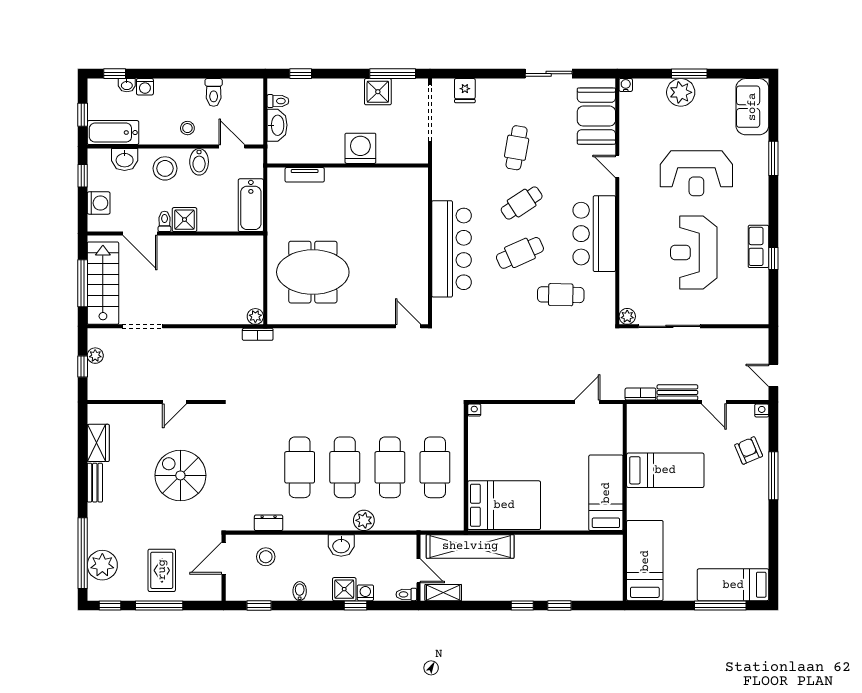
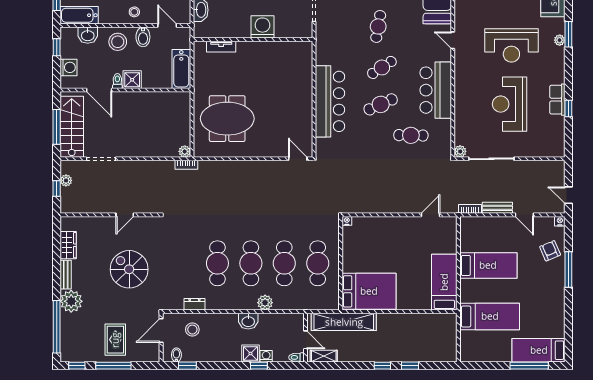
plant: (761, 166) -> (560, 40), added
bed: (645, 561) -> (490, 316), moved, turned 90
plant: (102, 565) -> (71, 301), moved
bidet: (300, 591) -> (176, 355), moved

